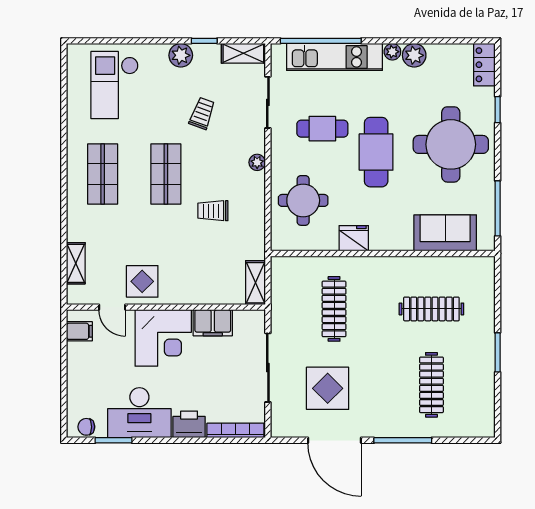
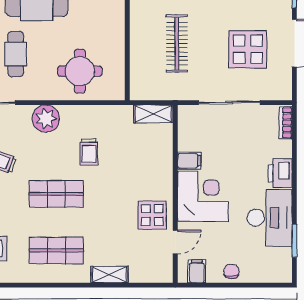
plant: (257, 162) -> (46, 119), width x1.87, depth x1.87
fridge: (354, 238) -> (114, 26), removed
shelving: (76, 263) -> (110, 274), moved
clothes rail: (334, 309) -> (177, 44), turned 90
filing cabinet: (213, 323) -> (189, 161), width x0.50
chair: (86, 427) -> (231, 271), moved, turned 180
bookcase: (235, 430) -> (285, 123), width x0.64

